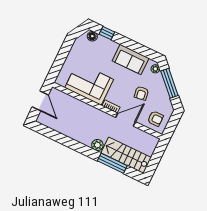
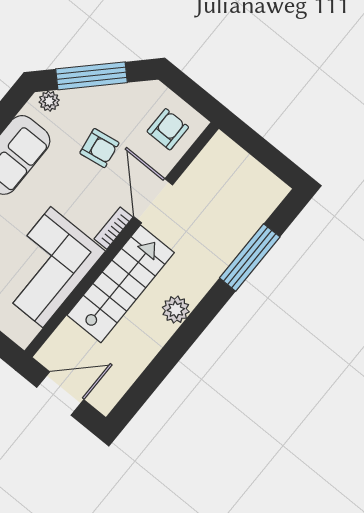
plant: (97, 145) -> (176, 310), moved
stairs: (126, 155) -> (121, 284), moved, turned 180

